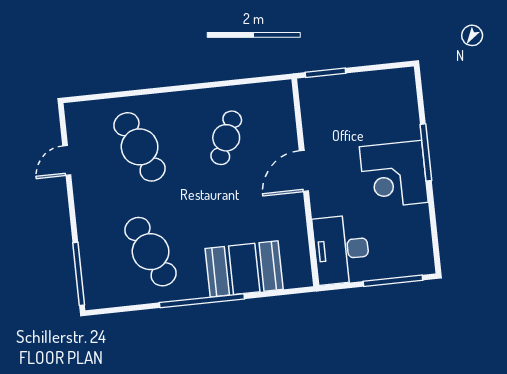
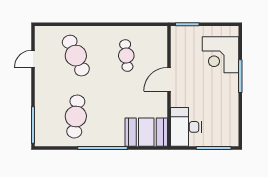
cafe table: (226, 138) -> (126, 56), turned -30
corner desk: (394, 175) -> (221, 55), moved
cafe table: (151, 252) -> (76, 116), turned 30
booth: (244, 269) -> (146, 132), moved

